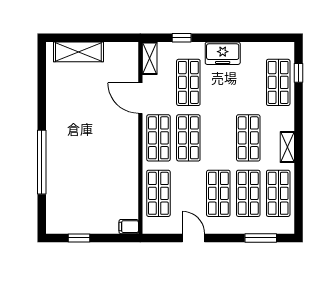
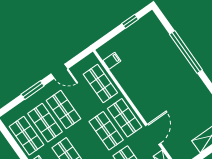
door: (140, 98) -> (153, 134), hinge flipped
filing cabinet: (129, 227) -> (112, 61), moved
window: (261, 238) -> (33, 90), moved

